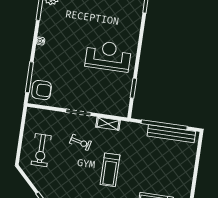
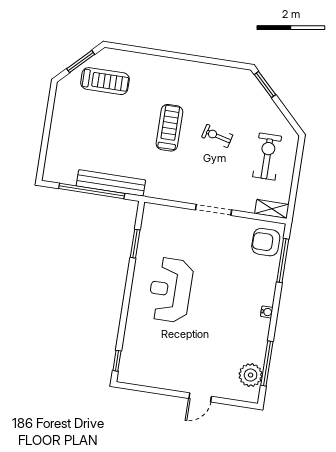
reception desk: (108, 56) -> (170, 290), turned 90
shelving: (108, 124) -> (272, 209), moved
bench: (171, 134) -> (111, 183), moved
exercise bike: (80, 142) -> (217, 136), moved

